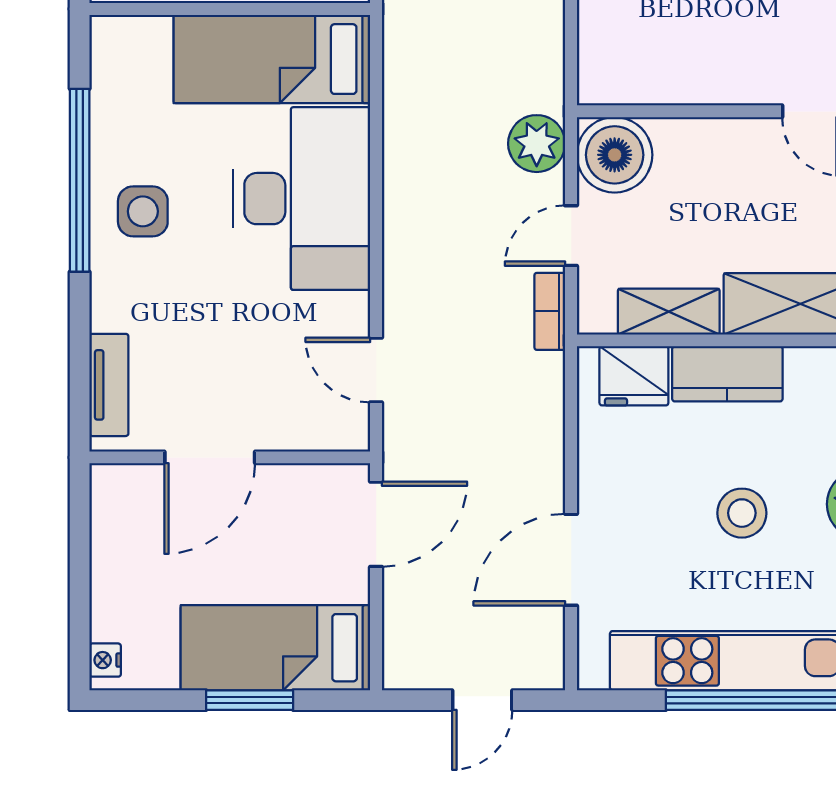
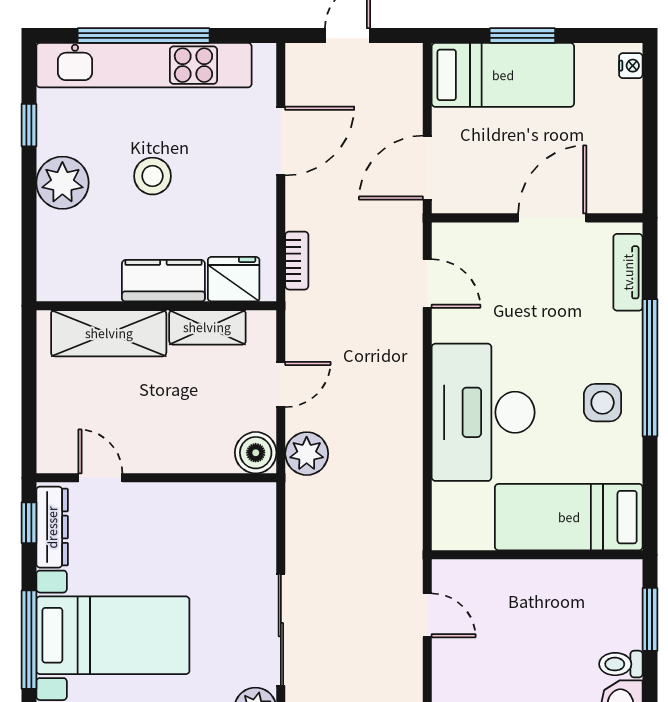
bed: (272, 59) -> (569, 517), moved, turned 180
boiler: (615, 155) -> (256, 453), width x0.73, depth x0.73
window: (80, 180) -> (650, 368), moved
bookcase: (550, 311) -> (297, 261), moved

